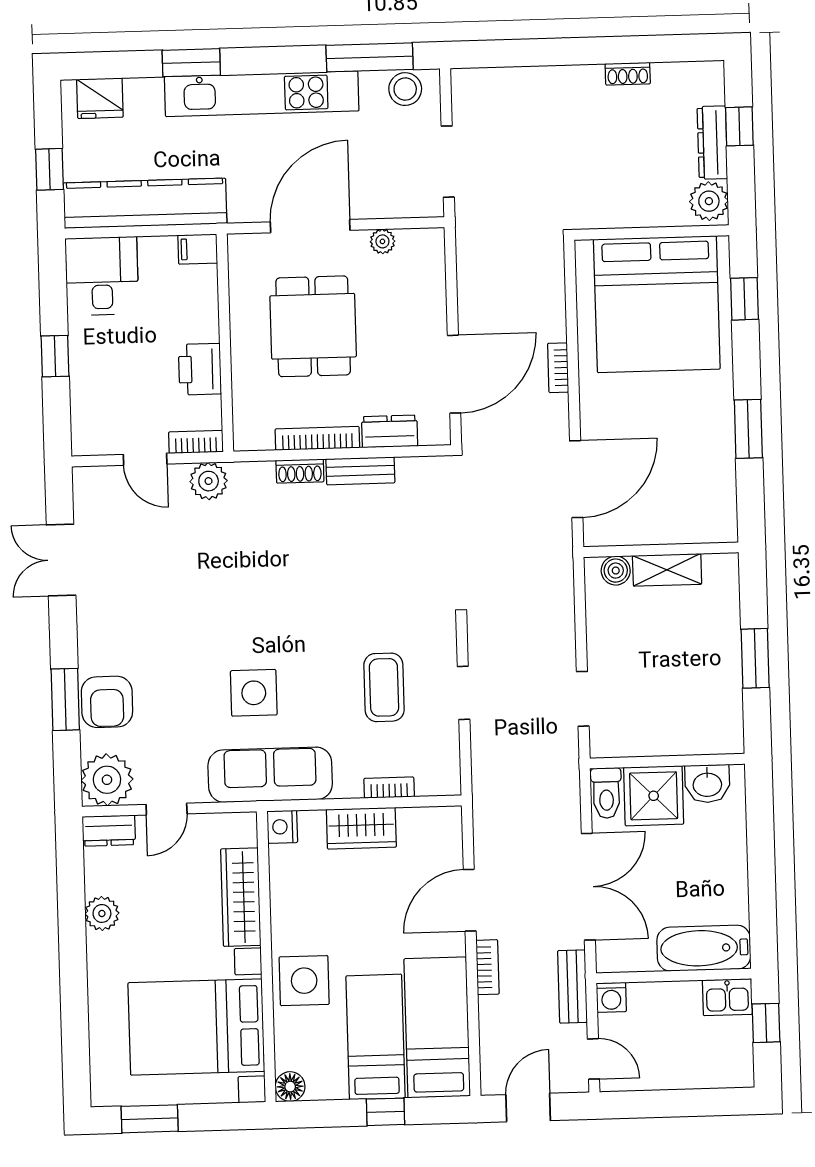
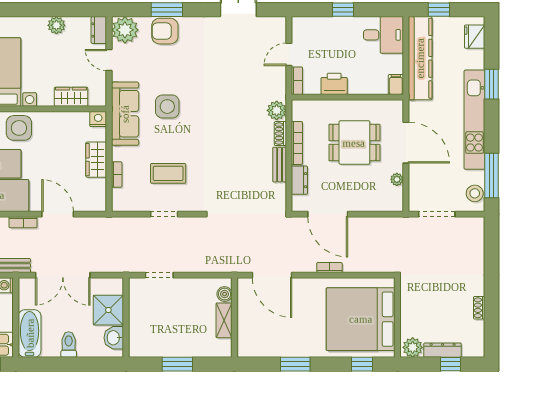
plant: (209, 481) -> (277, 110), moved
toilet: (606, 793) -> (69, 345), moved, turned 90
wardrobe: (241, 897) -> (71, 97), width x0.67

